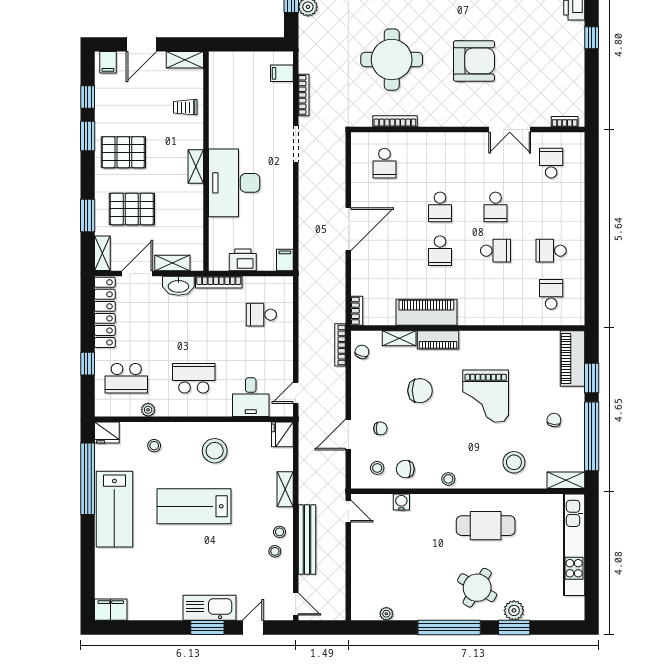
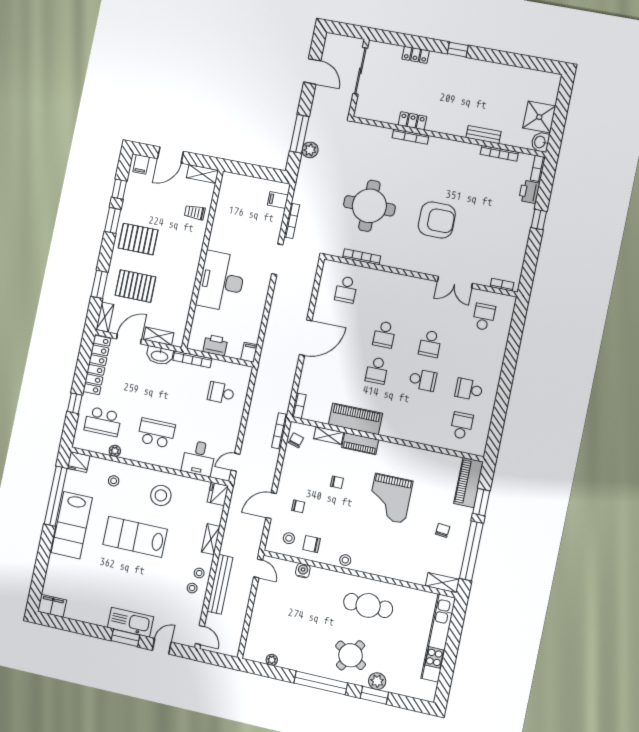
shelving: (196, 167) -> (193, 262), removed
chair: (420, 391) -> (337, 482), width x0.54, depth x0.54
stool: (514, 462) -> (402, 558), removed

